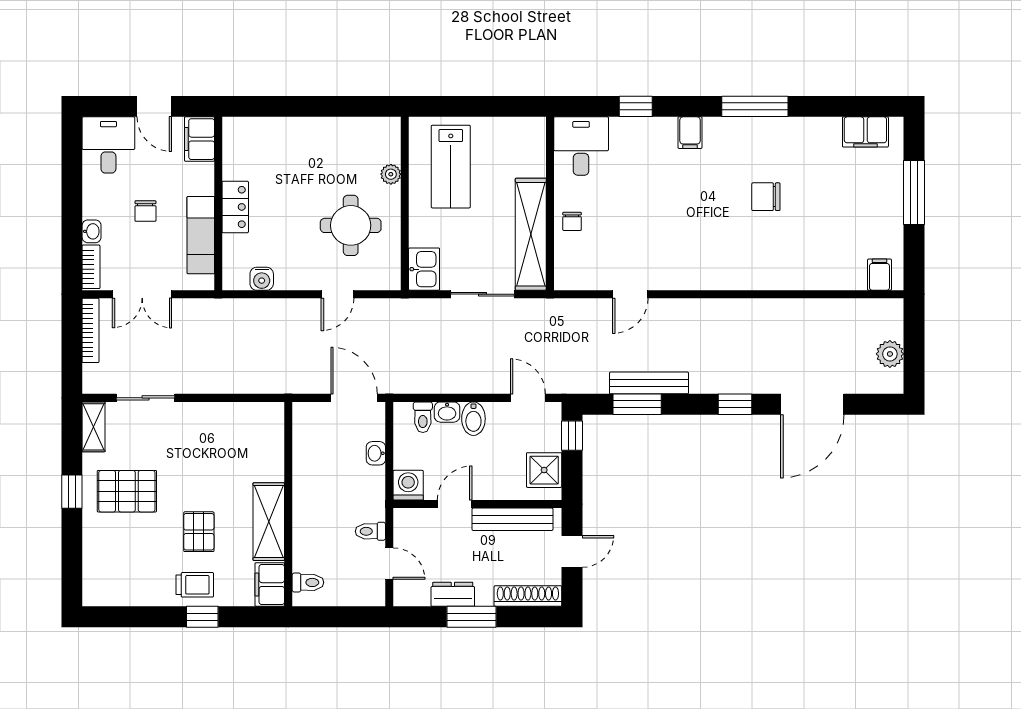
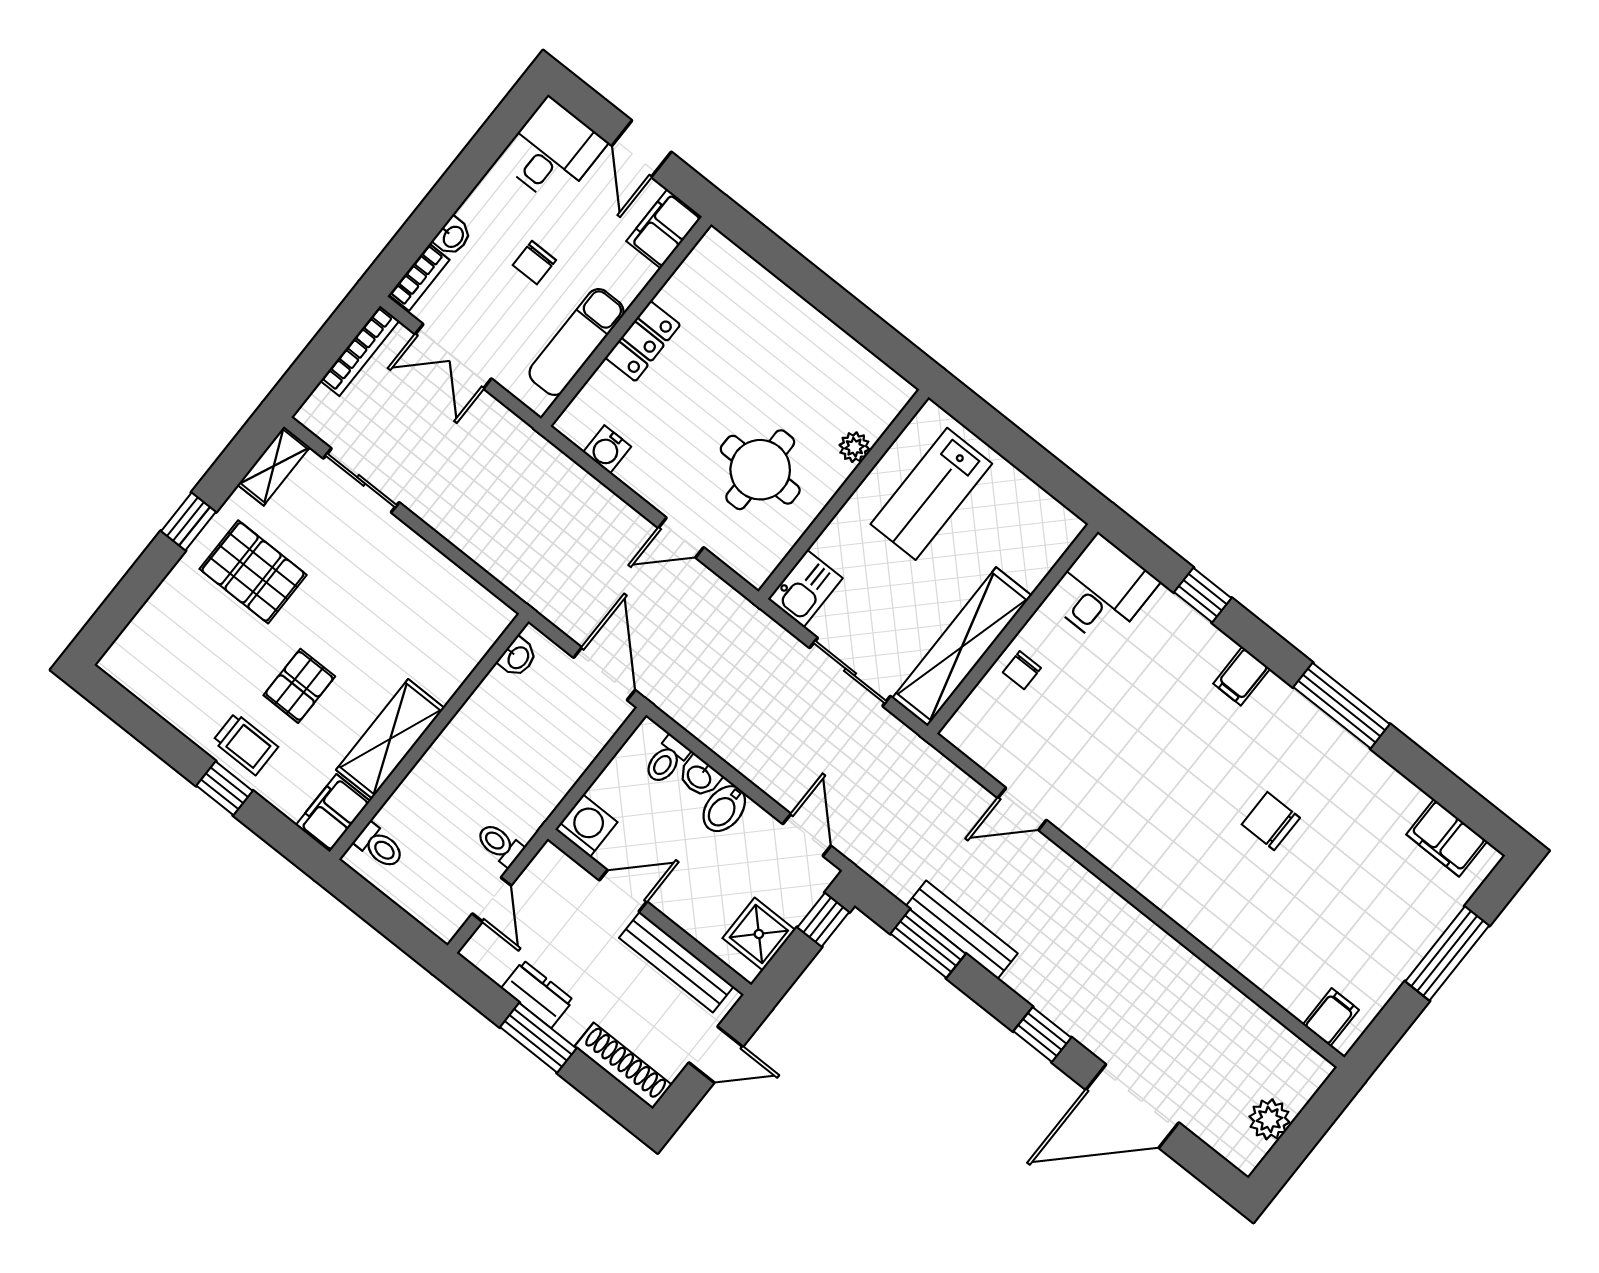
washbasin: (376, 453) -> (518, 657), moved, turned 180

